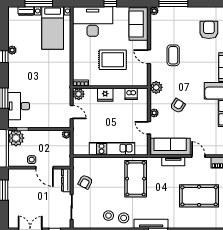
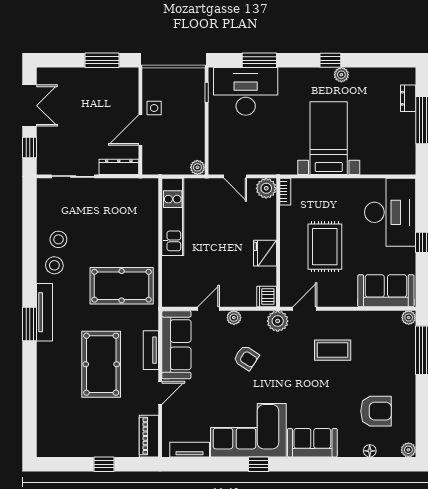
bed with nightstands: (53, 28) -> (329, 138), moved, turned 90
door: (149, 57) -> (305, 309), moved
dishwasher: (131, 94) -> (267, 297), moved
fridge: (105, 95) -> (265, 253), moved
desk: (19, 106) -> (246, 91), width x1.36, depth x1.30
door: (72, 112) -> (235, 176), hinge flipped
plant: (16, 138) -> (191, 81), removed
kitchen unit: (112, 149) -> (173, 217), moved
armchair: (85, 182) -> (116, 200), removed
pool table: (199, 196) -> (101, 364), moved

